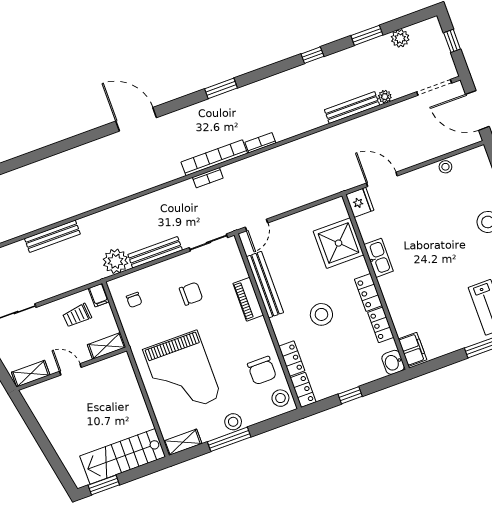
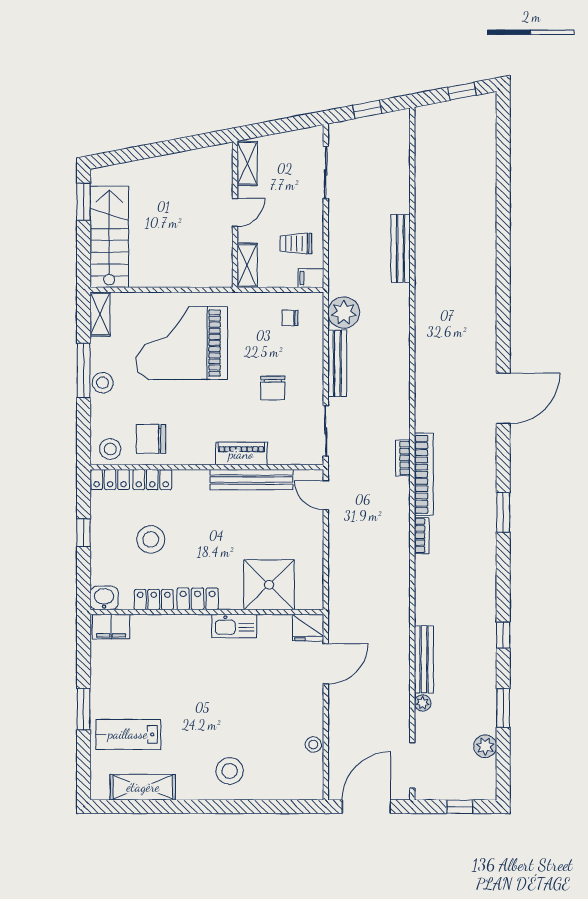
stool: (321, 314) -> (151, 539), moved
trolley: (77, 315) -> (296, 244), turned -85

